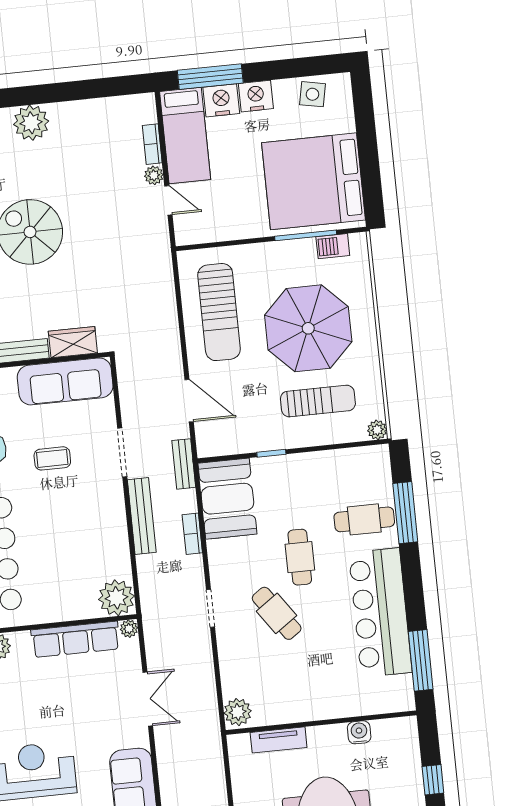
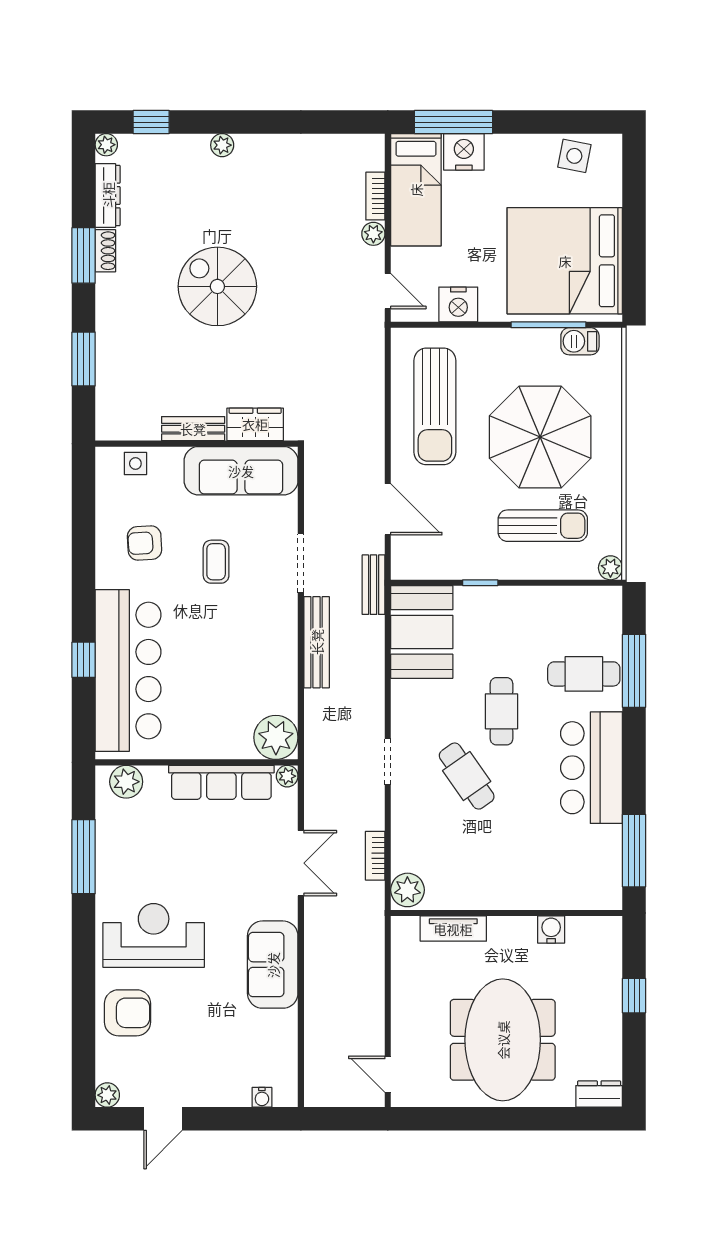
nightstand: (256, 96) -> (458, 305), moved, turned 180
plant: (31, 123) -> (222, 145), width x0.53, depth x0.53
door: (168, 200) -> (388, 291), moved
coffee table: (52, 458) -> (216, 562), turned 90
bookcase: (192, 534) -> (375, 856), moved
bar counter: (380, 613) -> (592, 768), width x0.73

